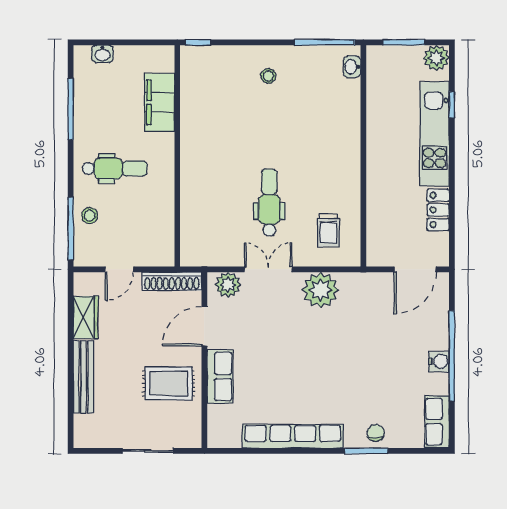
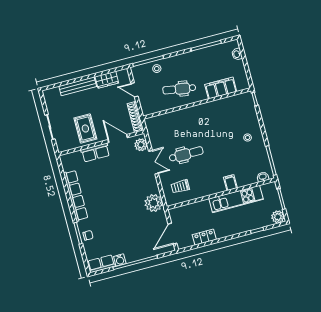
filing cabinet: (347, 132) -> (230, 183), added
kitchen unit: (434, 134) -> (236, 199), moved, turned 180
dental chair: (115, 168) -> (179, 89), moved, turned 99
door: (415, 269) -> (172, 234), hinge flipped
plant: (321, 290) -> (154, 203), moved
water cooler: (439, 362) -> (120, 260), moved

